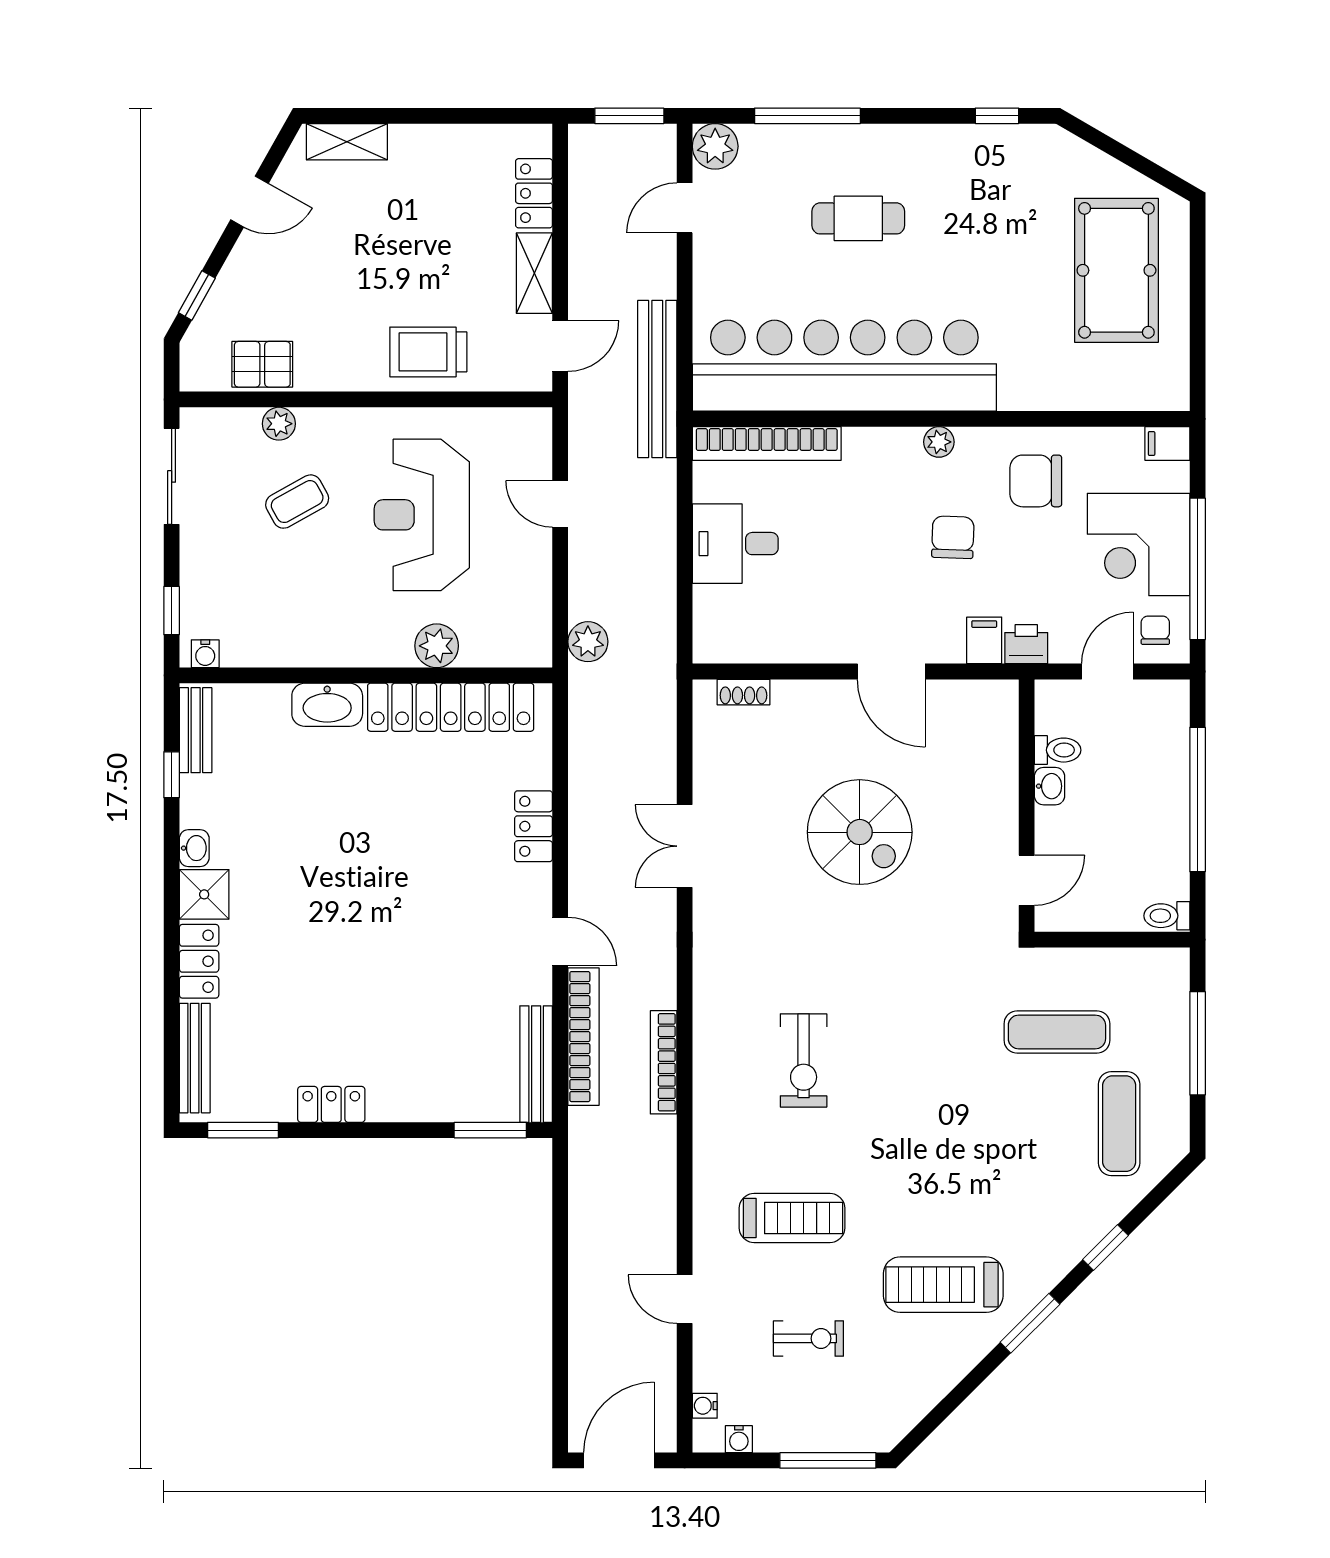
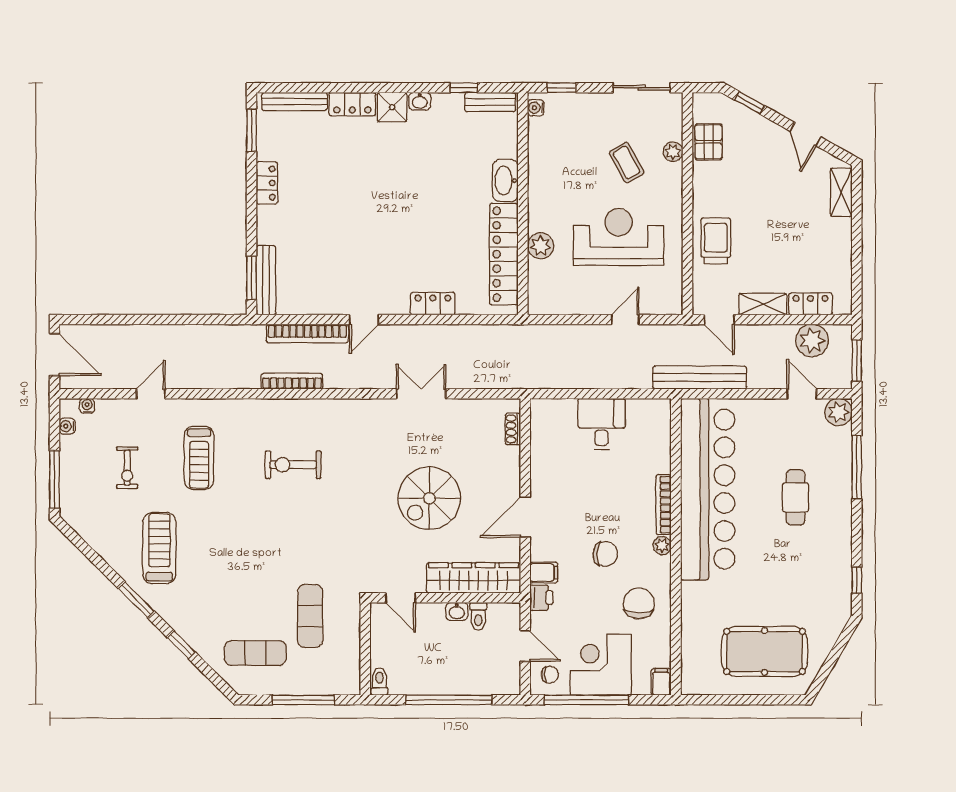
bookcase: (767, 444) -> (664, 505), moved, width x0.68, depth x0.76
plant: (588, 642) -> (812, 340), moved, width x1.36, depth x1.36
wardrobe: (993, 758) -> (474, 578), added
bench: (536, 1064) -> (266, 280), moved, turned 90

